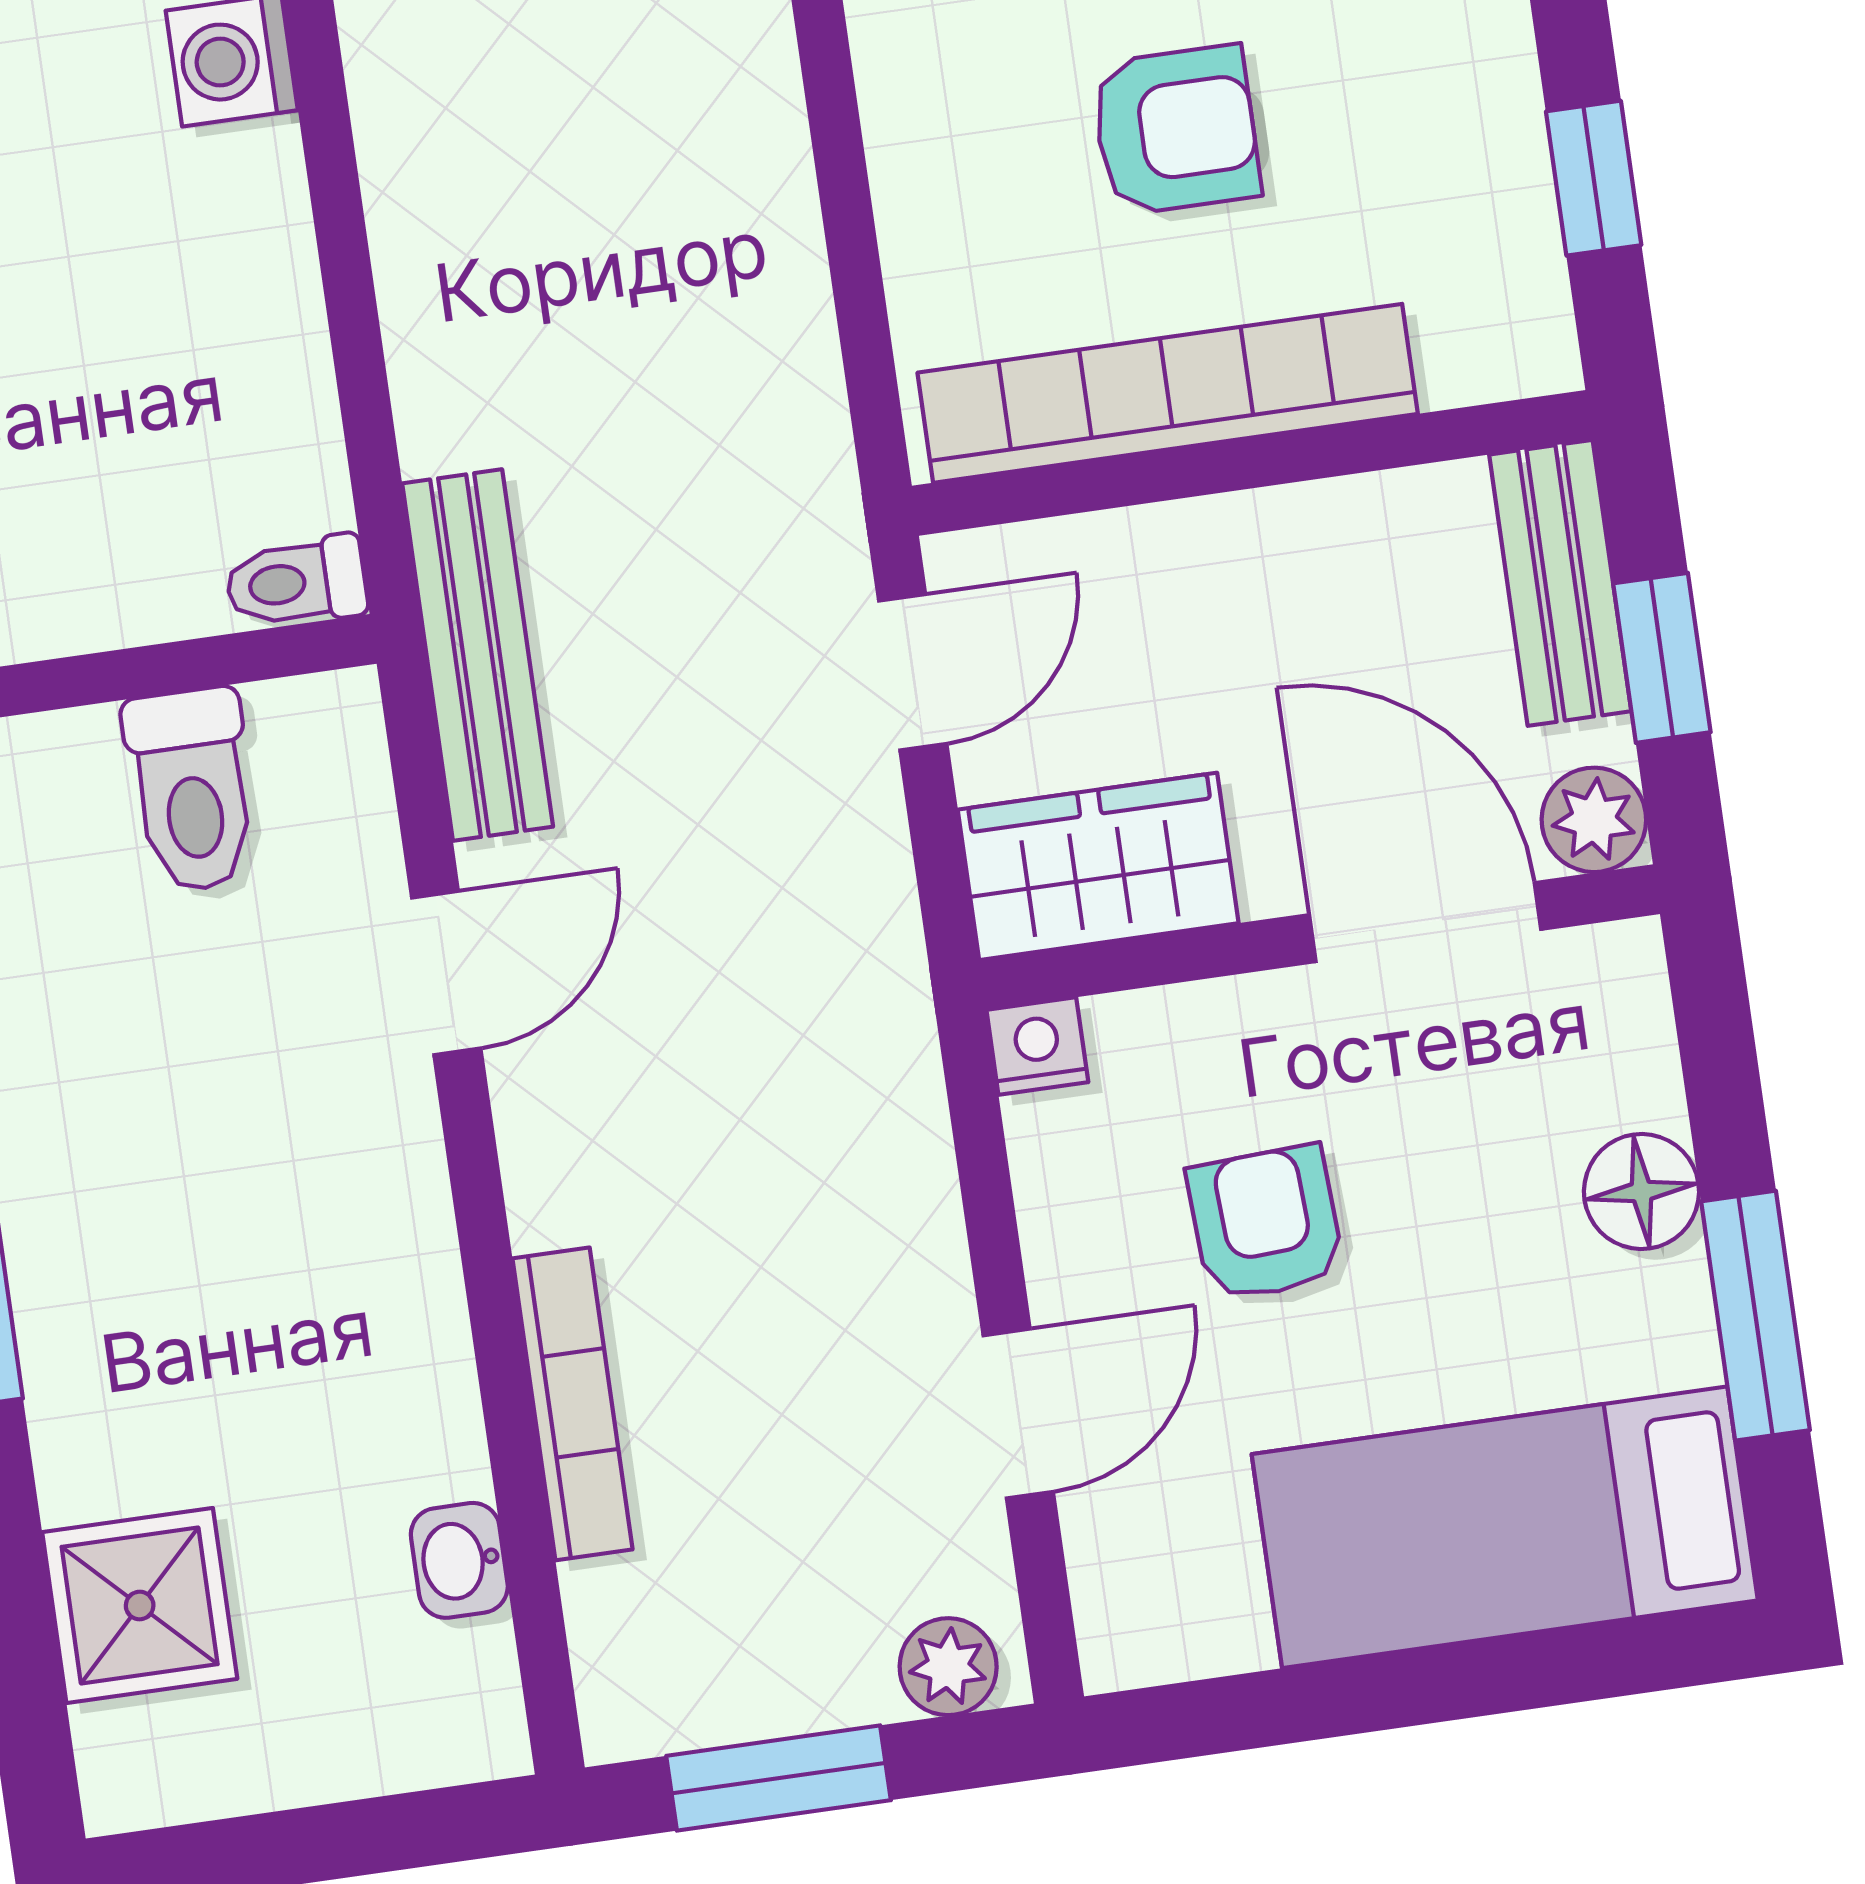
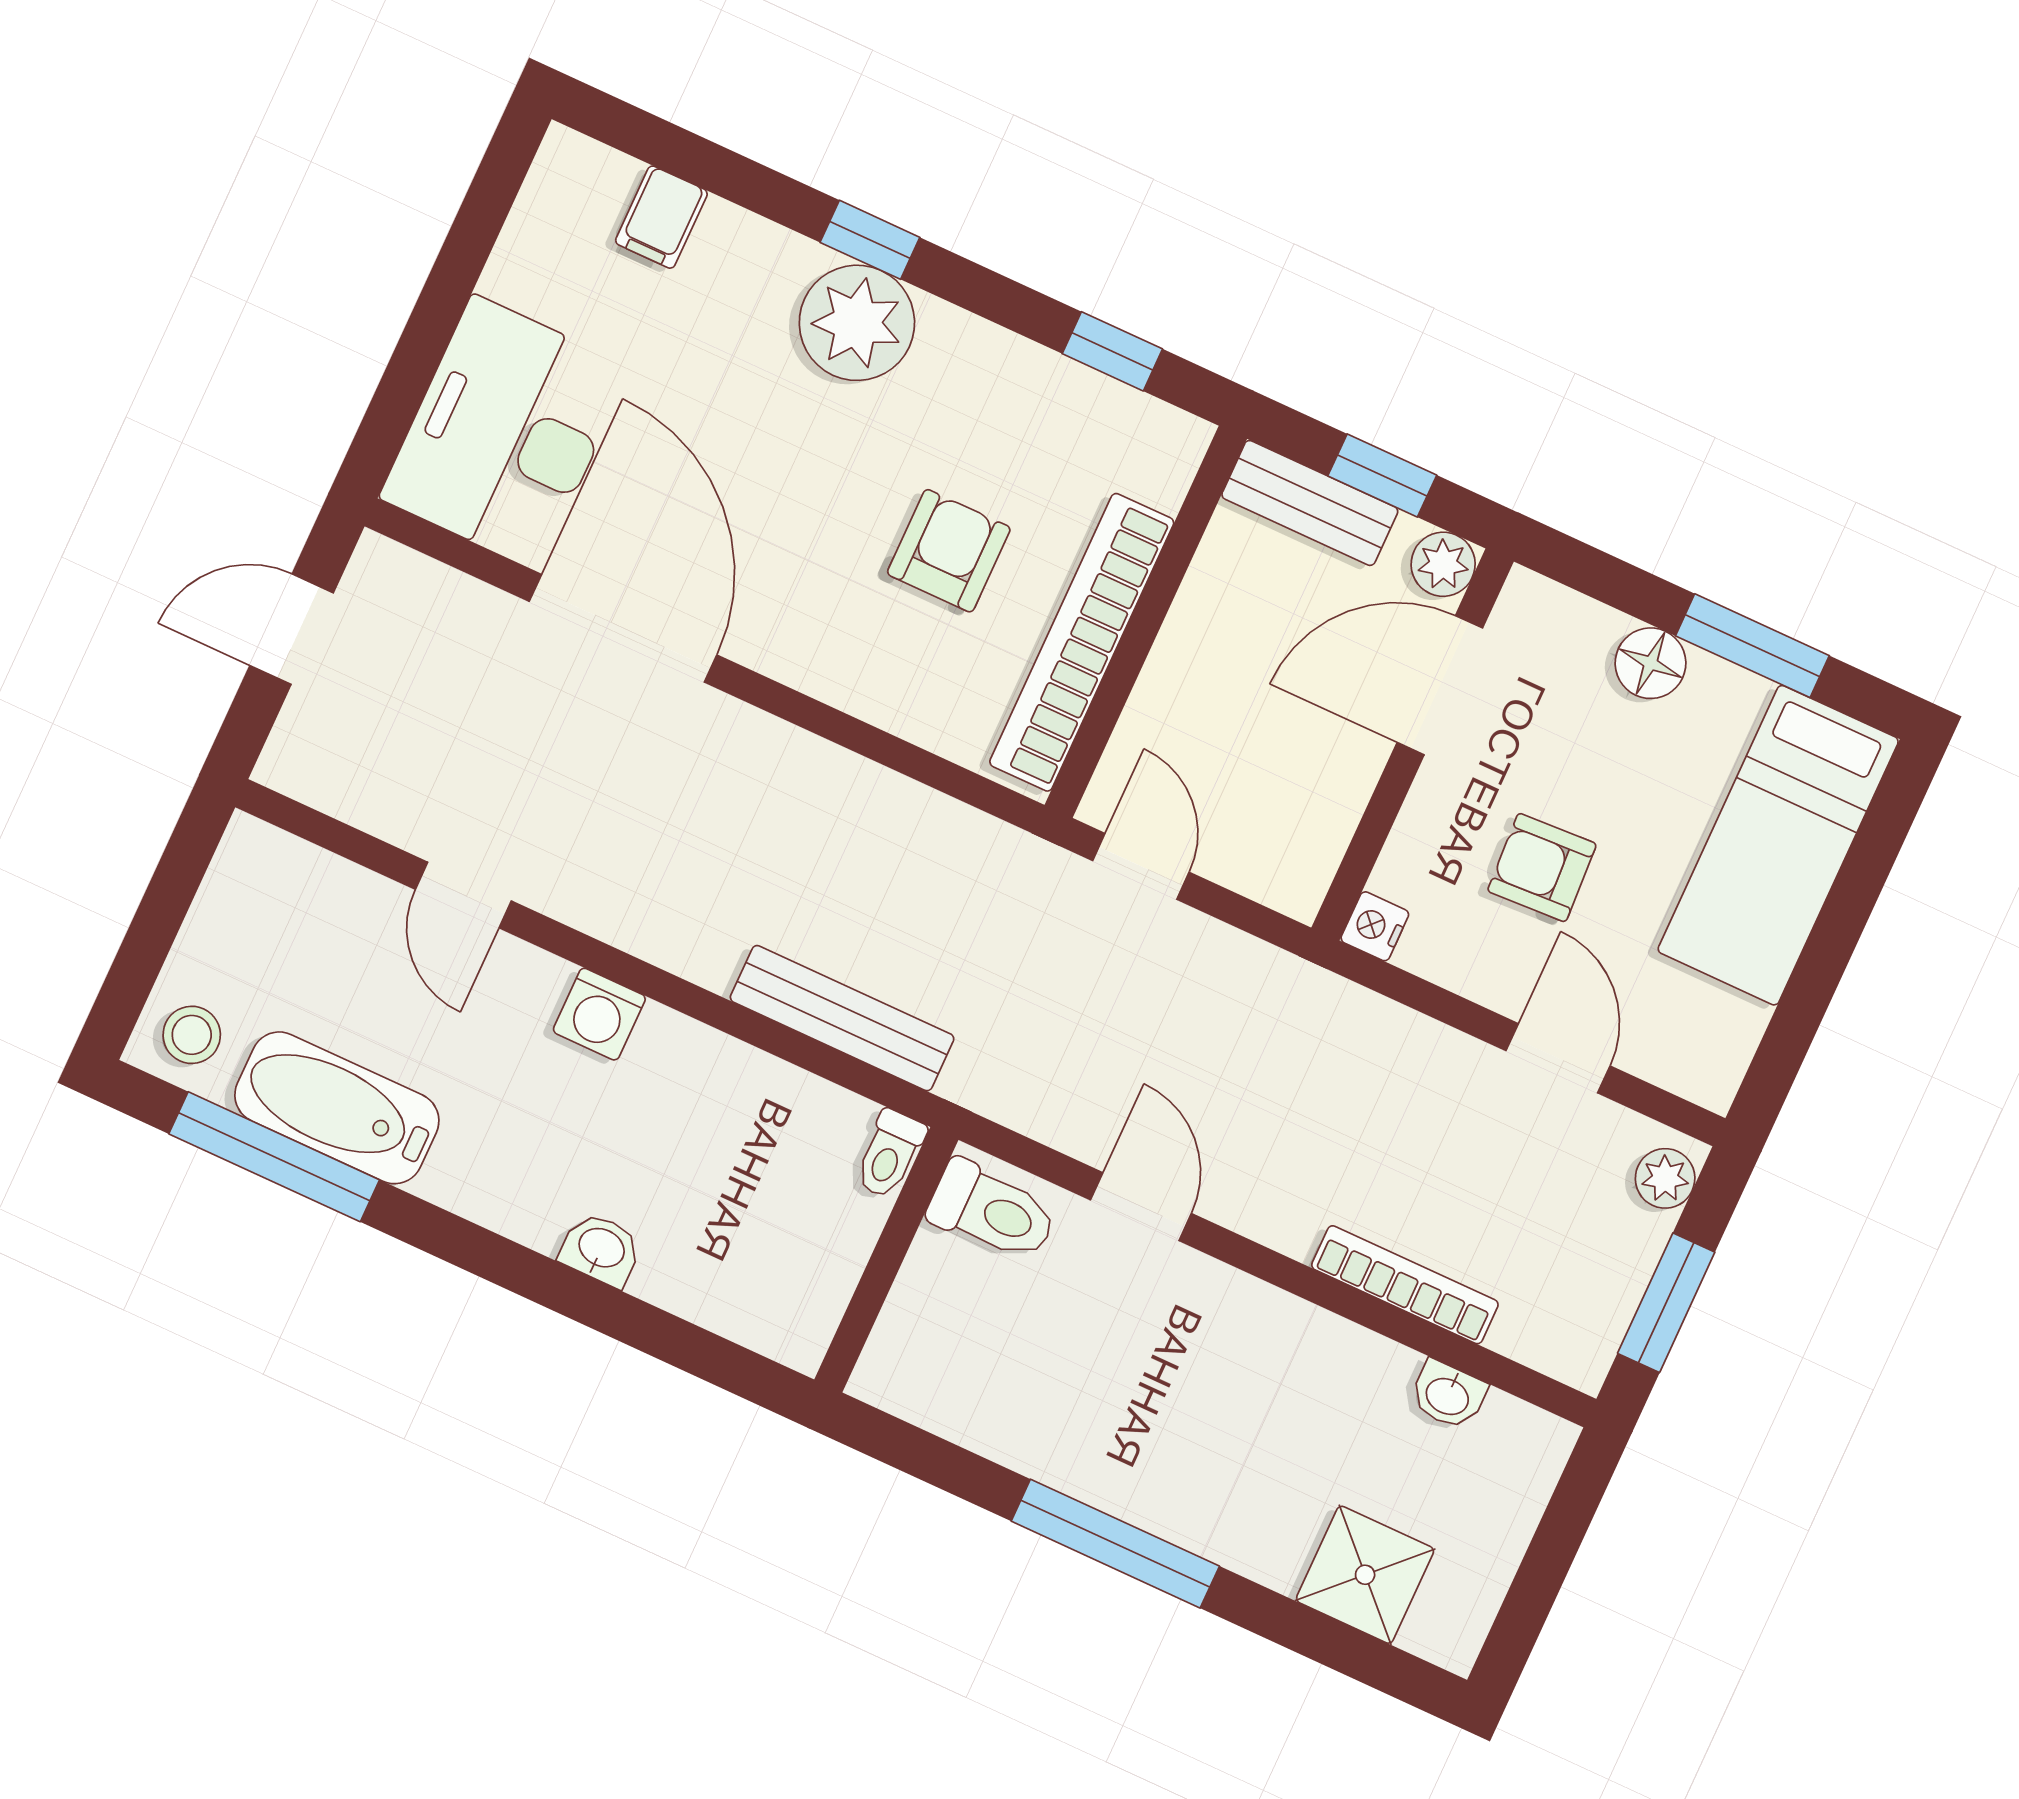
bench: (478, 655) -> (842, 1018), moved
toilet: (192, 790) -> (992, 1211), moved
wardrobe: (1098, 866) -> (1302, 835), removed

